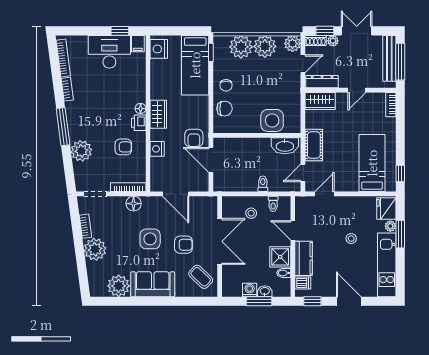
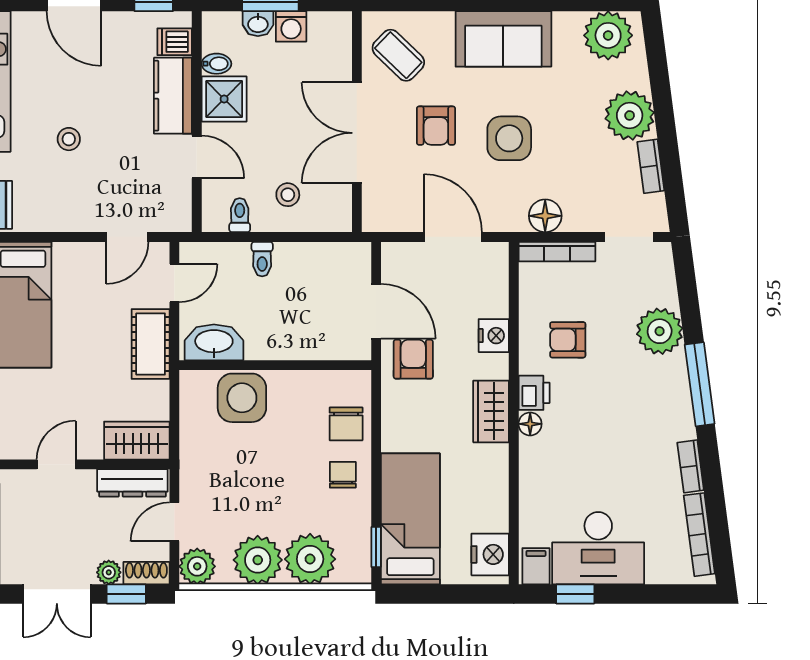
chair: (225, 109) -> (346, 424), turned -90
armchair: (183, 245) -> (436, 126), turned -90
plant: (119, 286) -> (608, 35), moved

